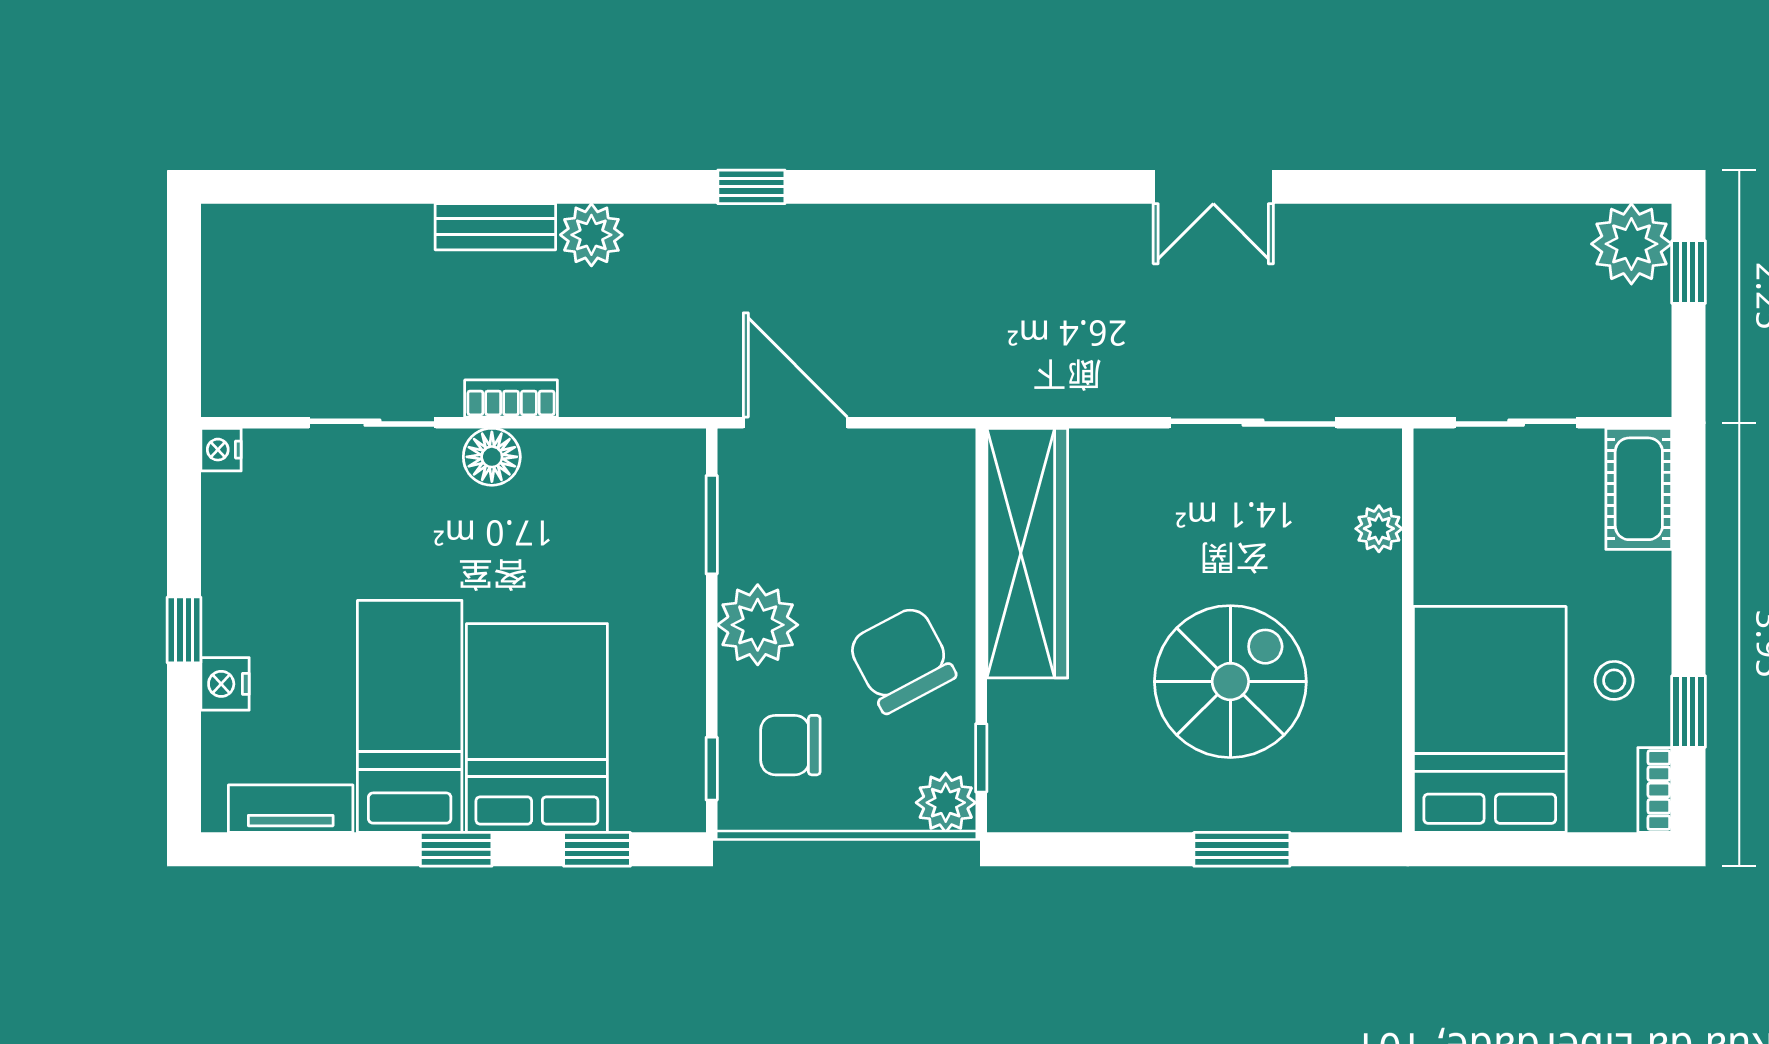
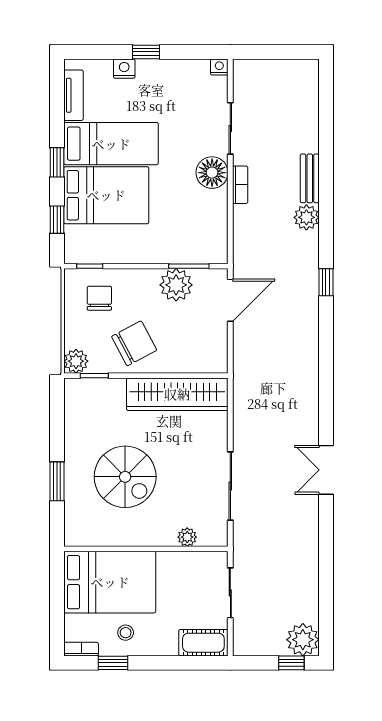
floor lamp: (492, 457) -> (212, 173), width x1.38, depth x1.38
plant: (758, 625) -> (176, 285), moved

